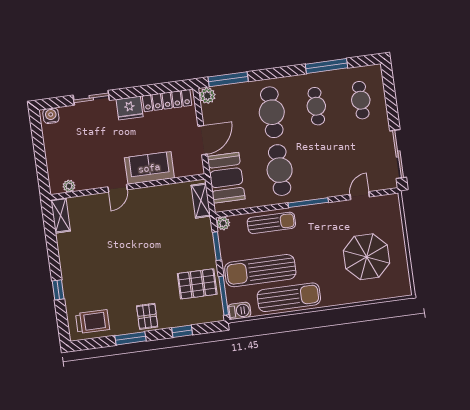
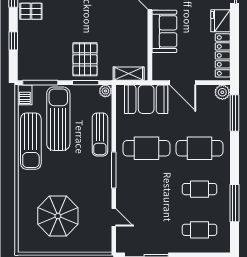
pallet: (197, 284) -> (85, 59), moved

